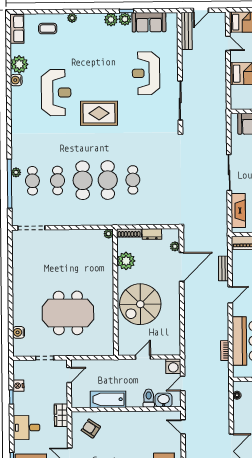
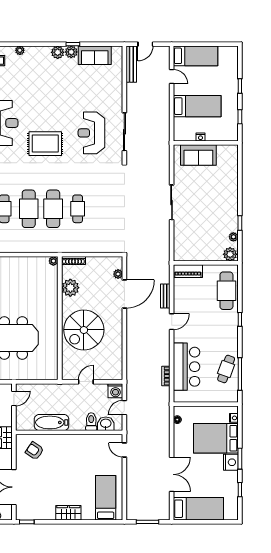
reception desk: (146, 73) -> (91, 133), moved
fireplace: (238, 211) -> (180, 240), removed
dresser: (152, 234) -> (96, 262), removed

